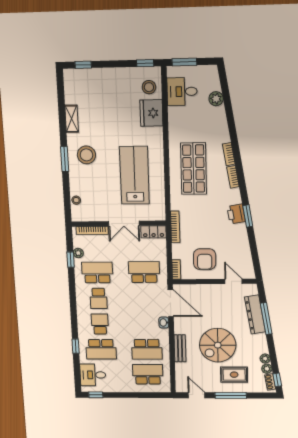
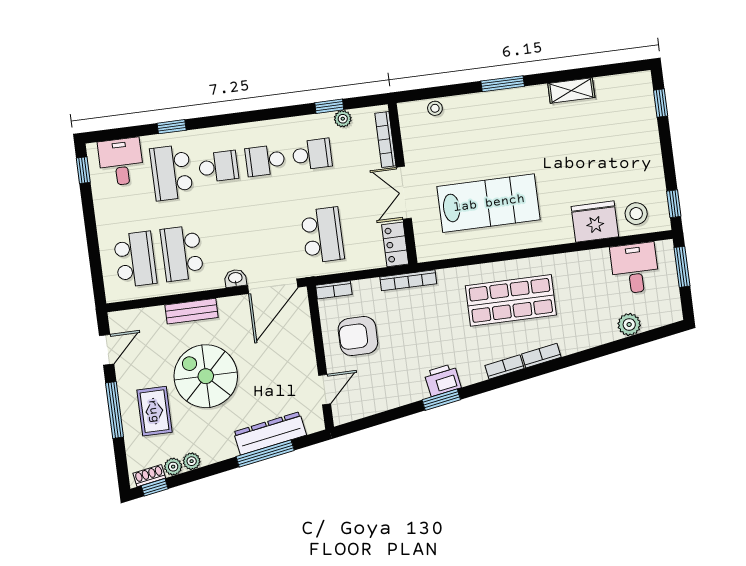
stool: (86, 155) -> (514, 120), removed
school desk: (97, 272) -> (312, 154), width x0.54

